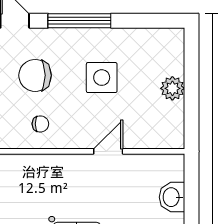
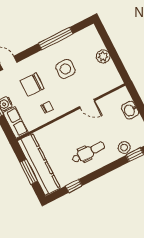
window: (79, 21) -> (56, 39), moved
door: (108, 151) -> (87, 104), swing flipped

